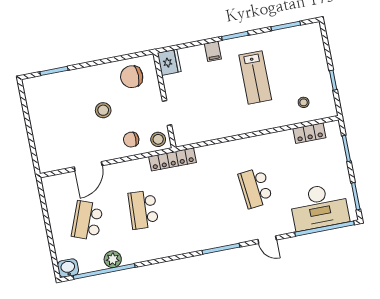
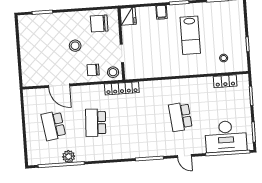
door: (88, 166) -> (59, 86), hinge flipped
school desk: (87, 221) -> (53, 126), turned -30
washbasin: (68, 268) -> (35, 159), removed

